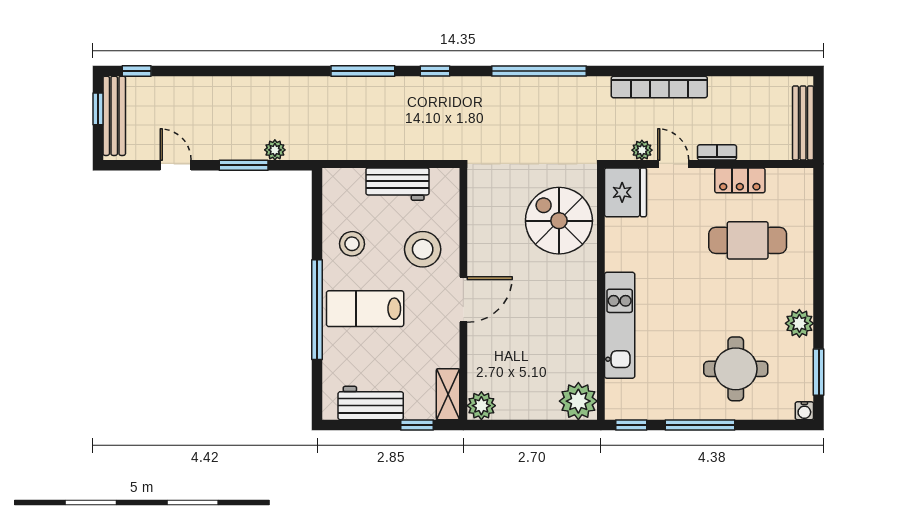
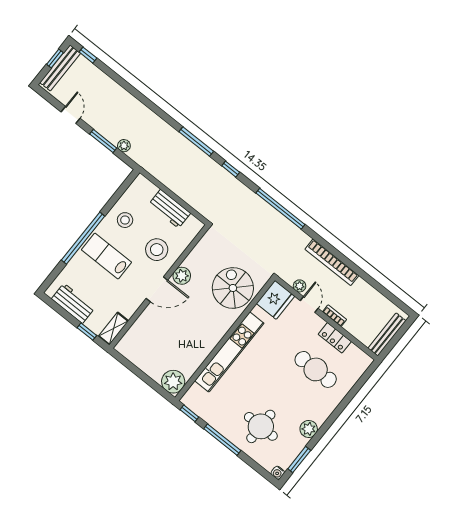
kitchen unit: (620, 325) -> (229, 352), width x1.36
plant: (481, 406) -> (182, 276), moved

